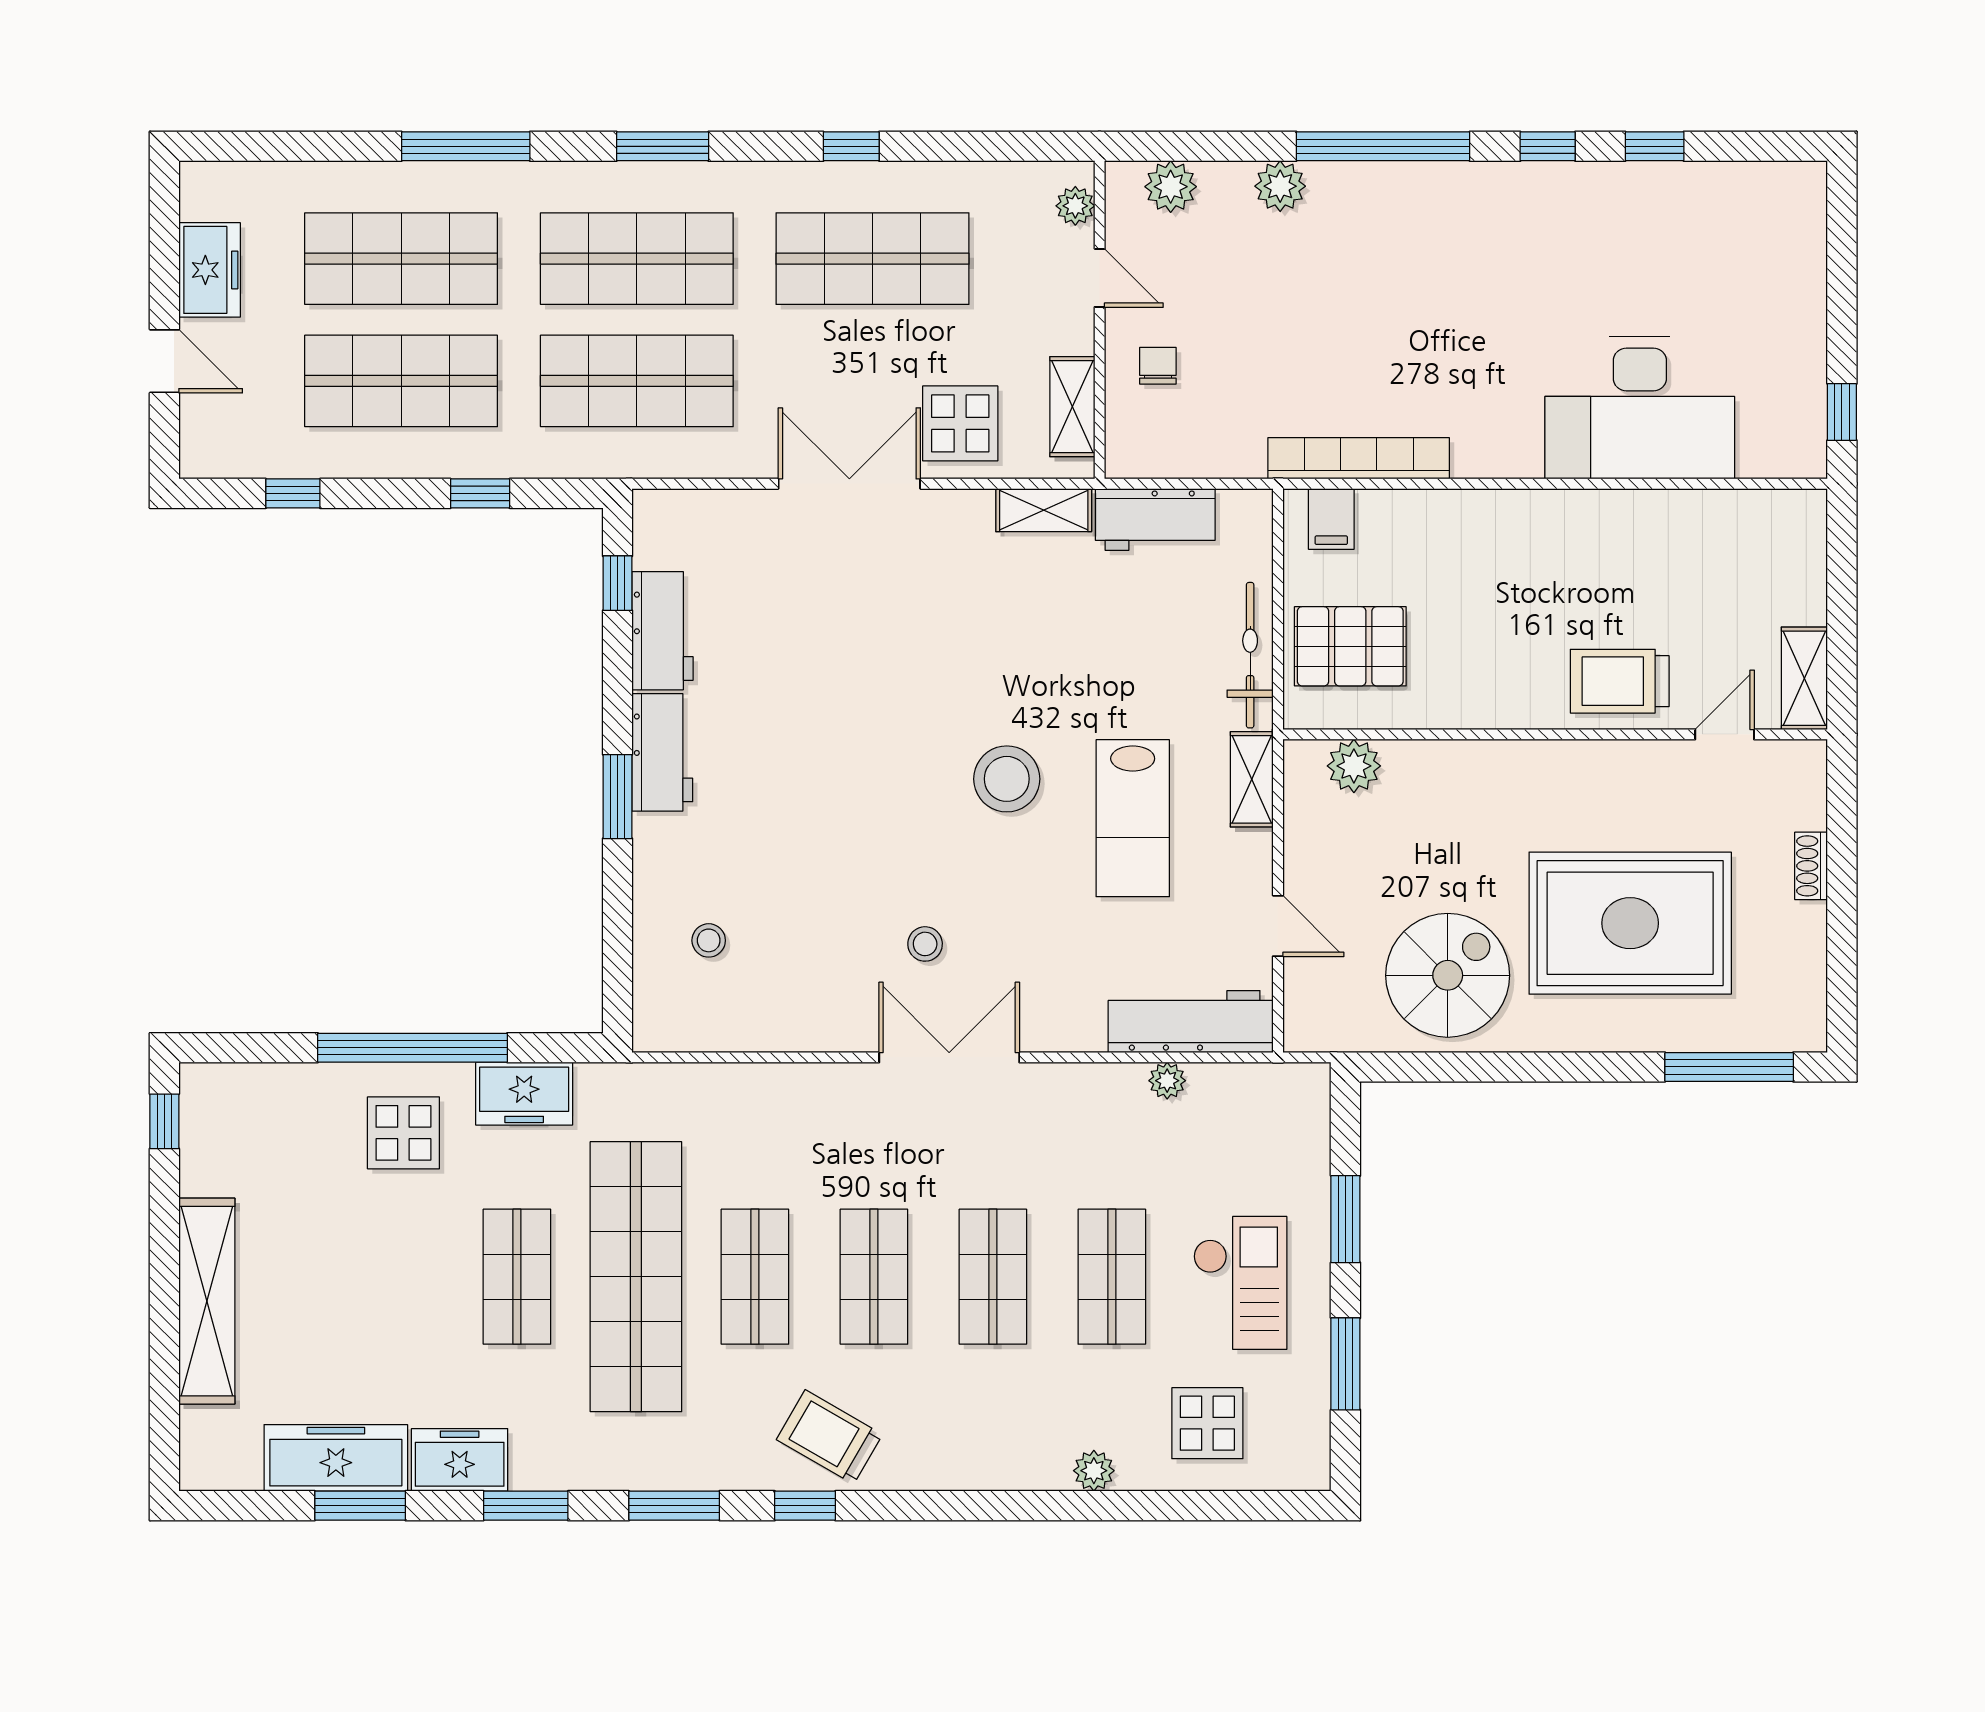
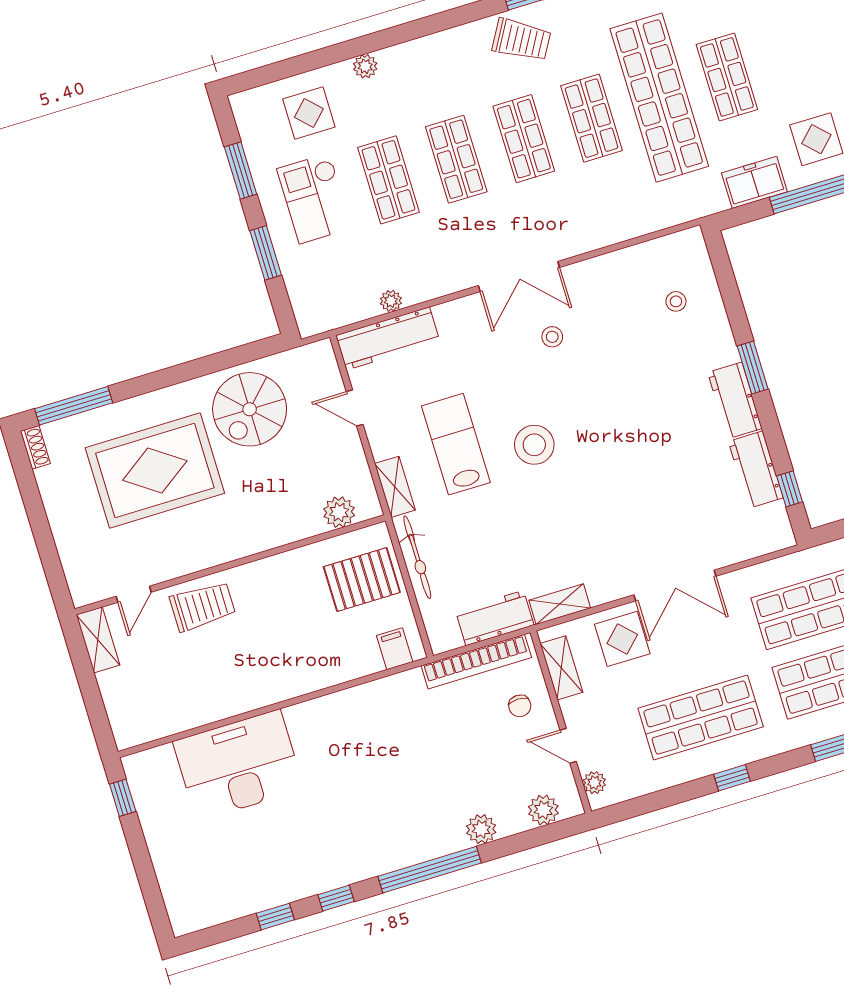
bookcase: (1359, 458) -> (476, 662), moved
shoe rack: (1811, 866) -> (35, 447), moved

